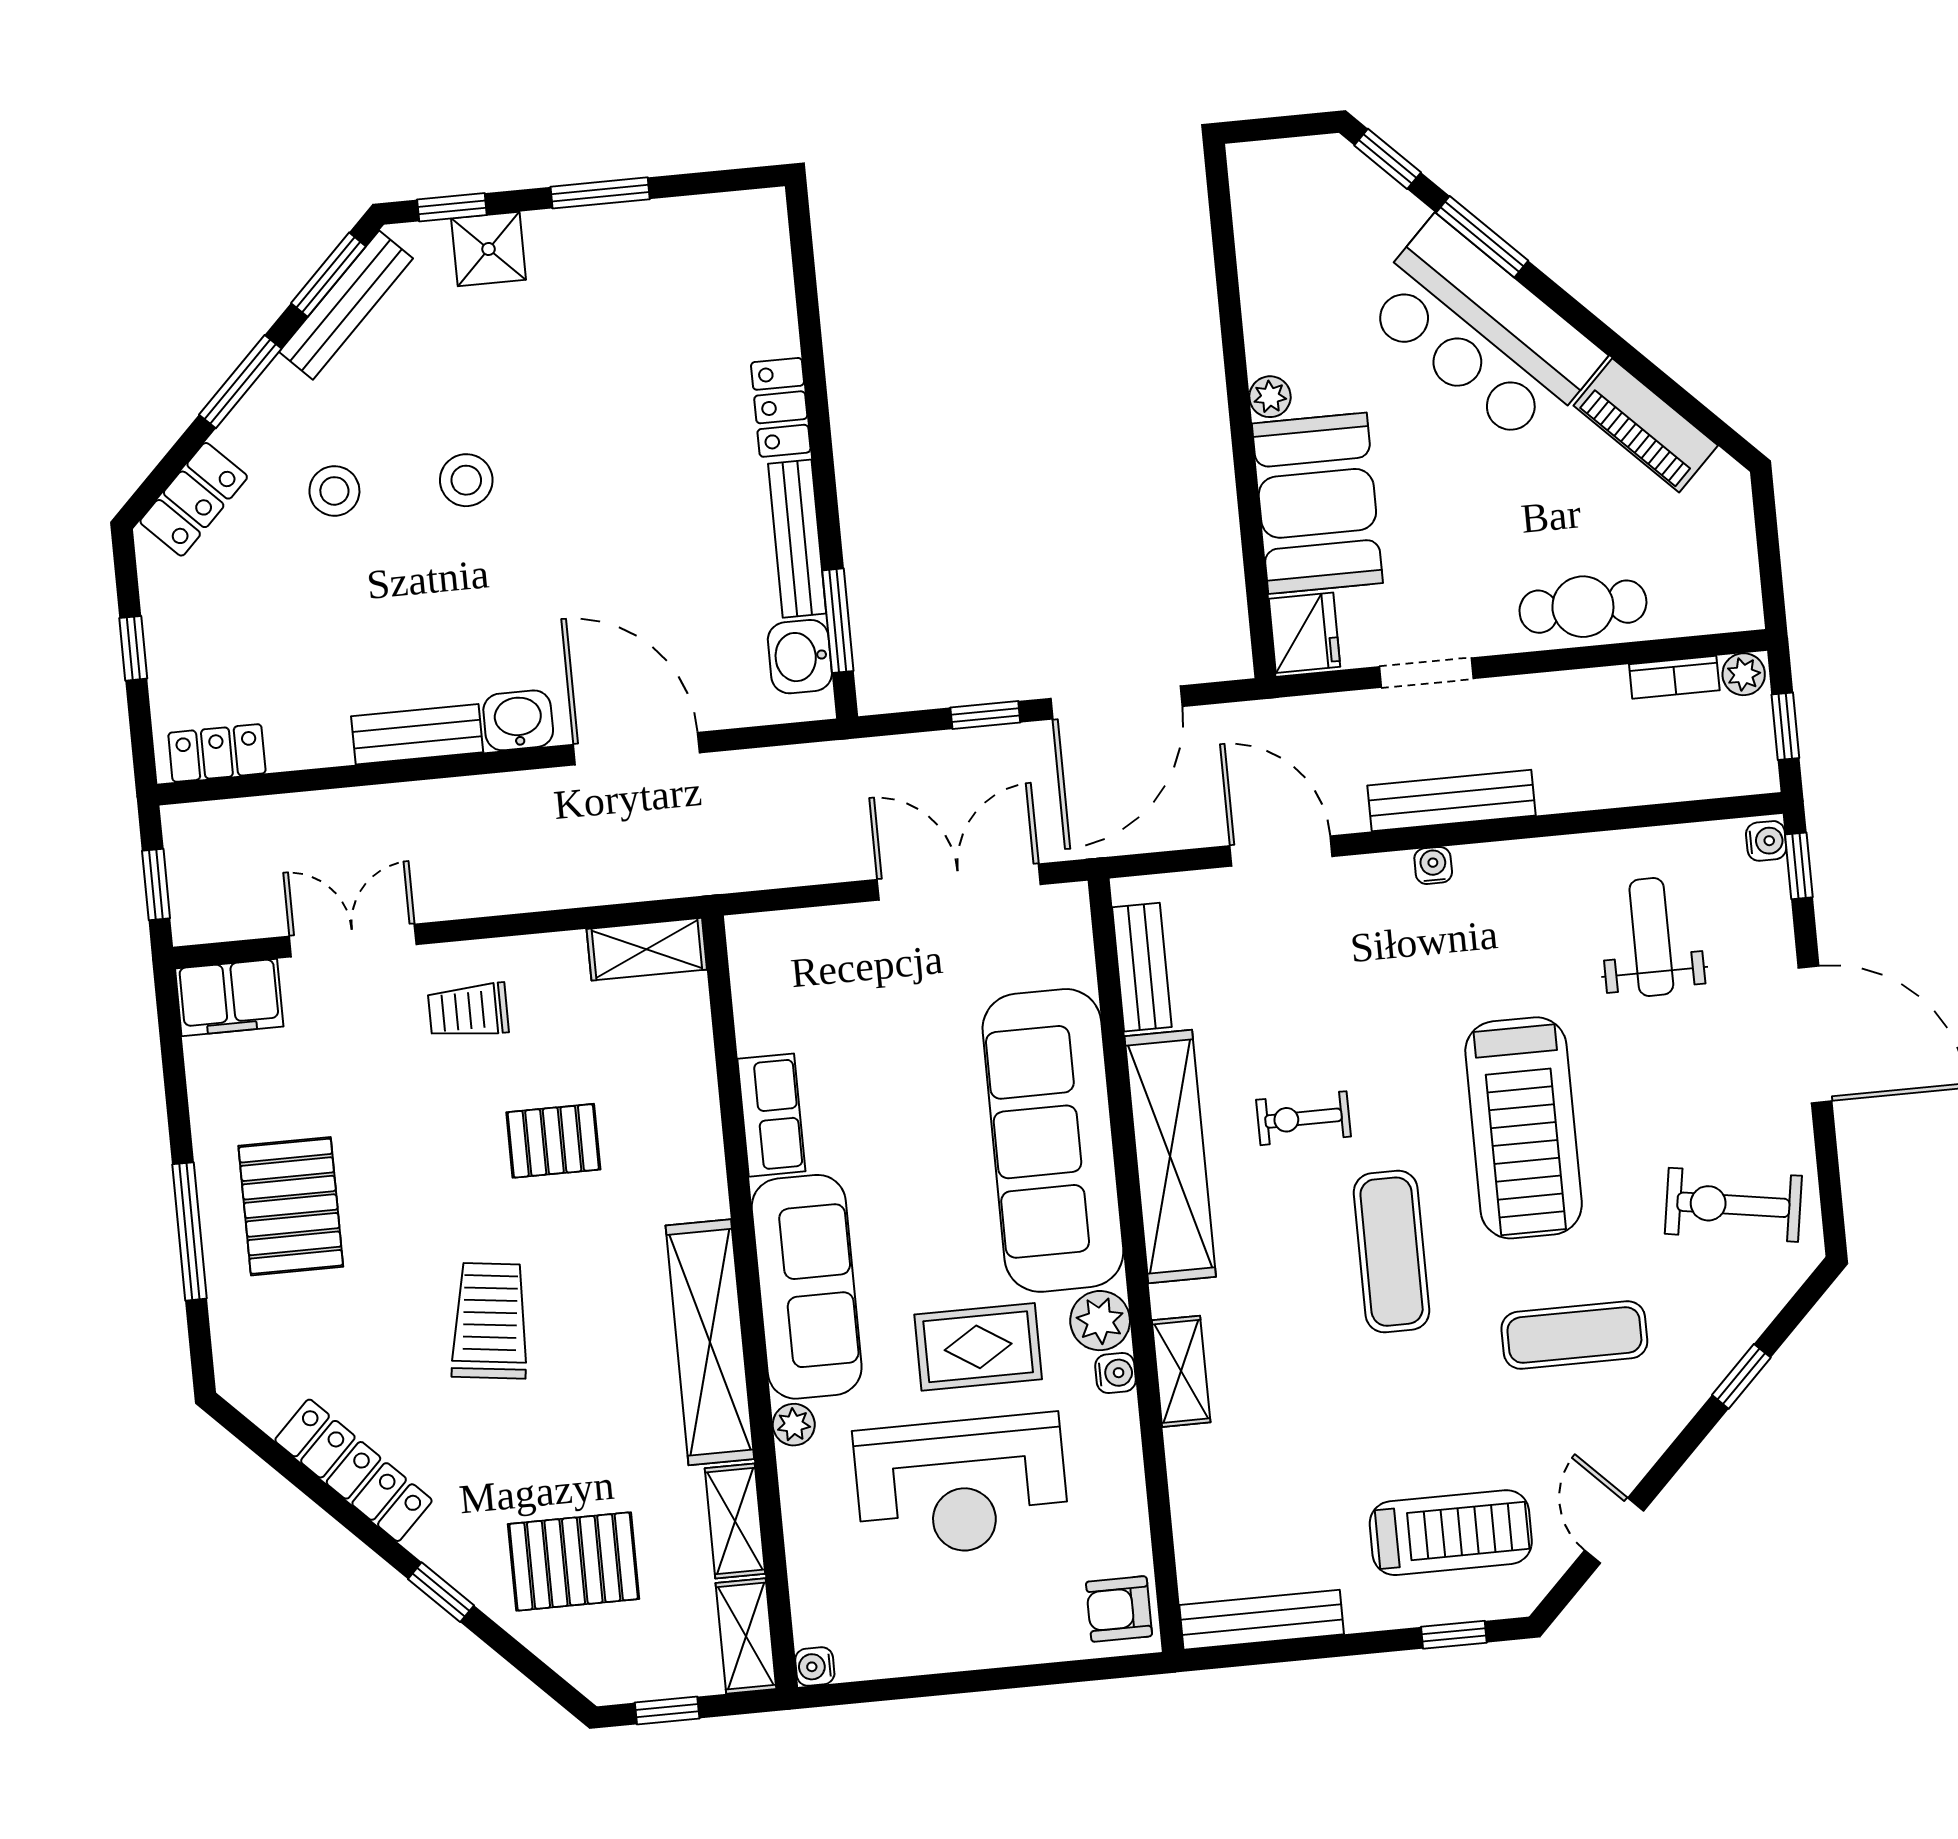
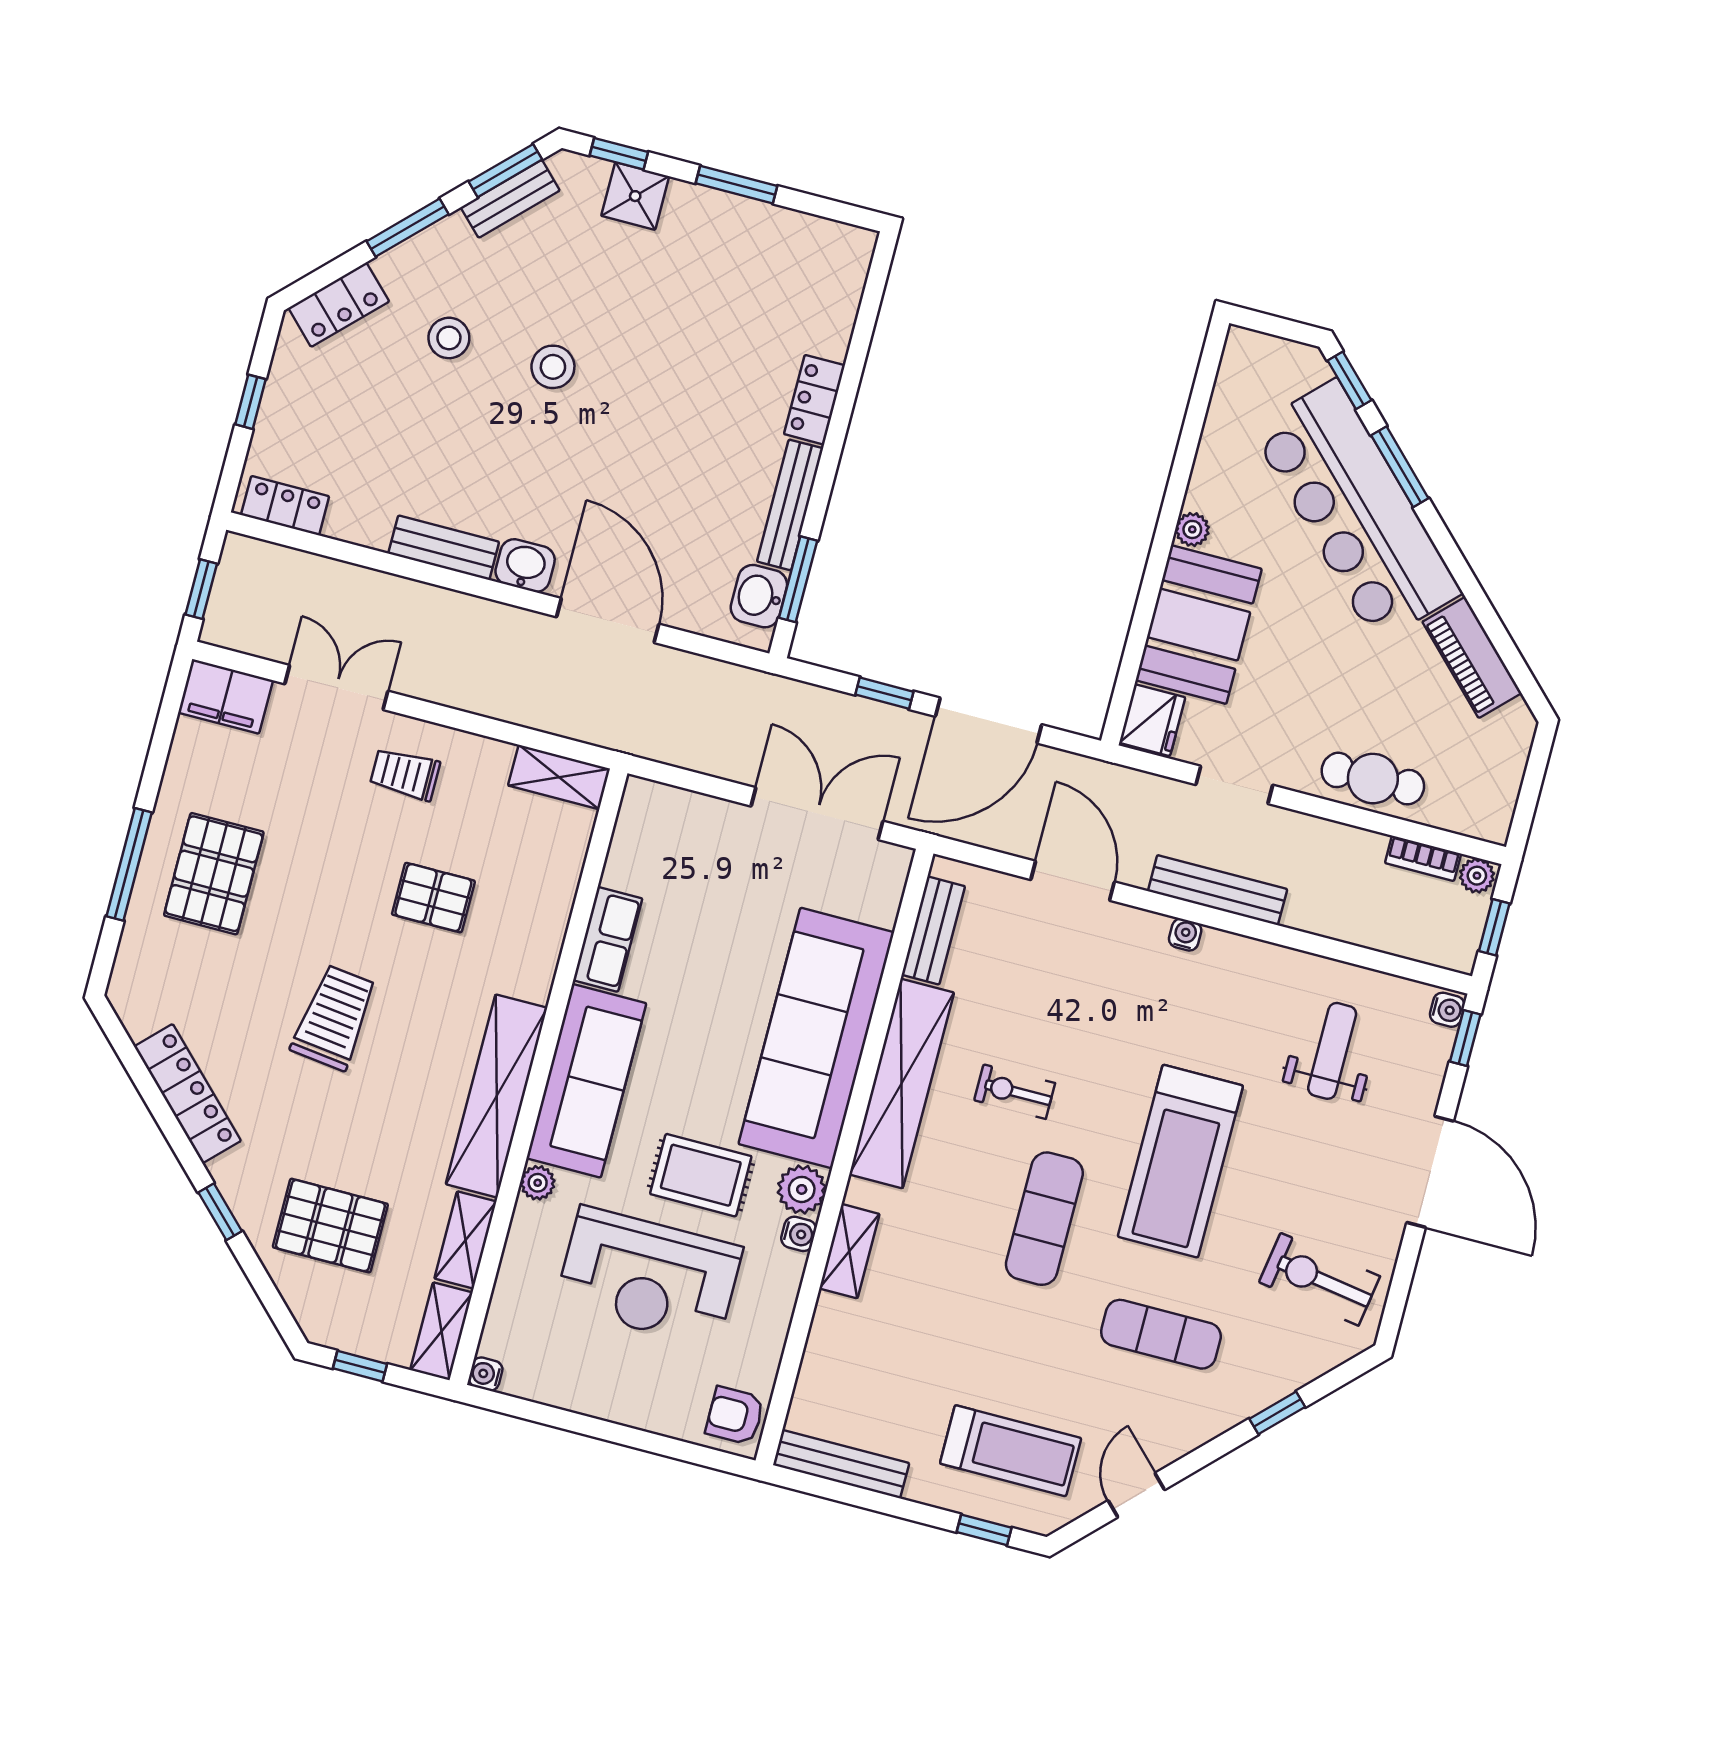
bench: (346, 305) -> (510, 199), width x0.73
bar counter: (1482, 332) -> (1356, 511), width x1.36

